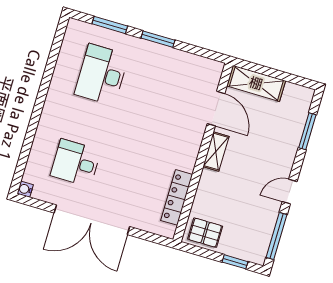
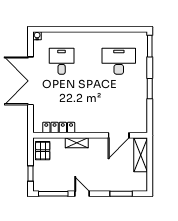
window: (110, 25) -> (150, 46), moved
shelving: (216, 152) -> (77, 143), moved

